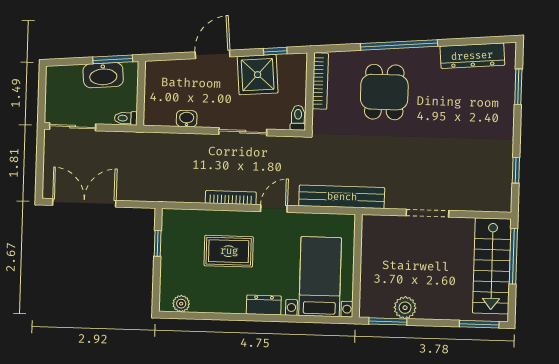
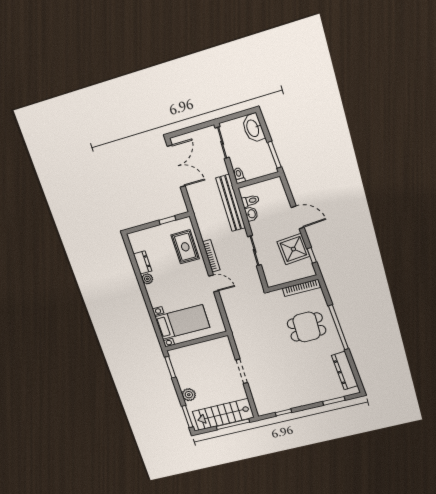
washbasin: (103, 75) -> (253, 128), moved
toilet: (298, 118) -> (250, 201), moved
bench: (342, 197) -> (231, 203), moved
rug: (229, 251) -> (185, 247), moved
plant: (181, 304) -> (147, 279), moved
dresser: (264, 305) -> (142, 262), moved
plant: (405, 308) -> (189, 395), moved

